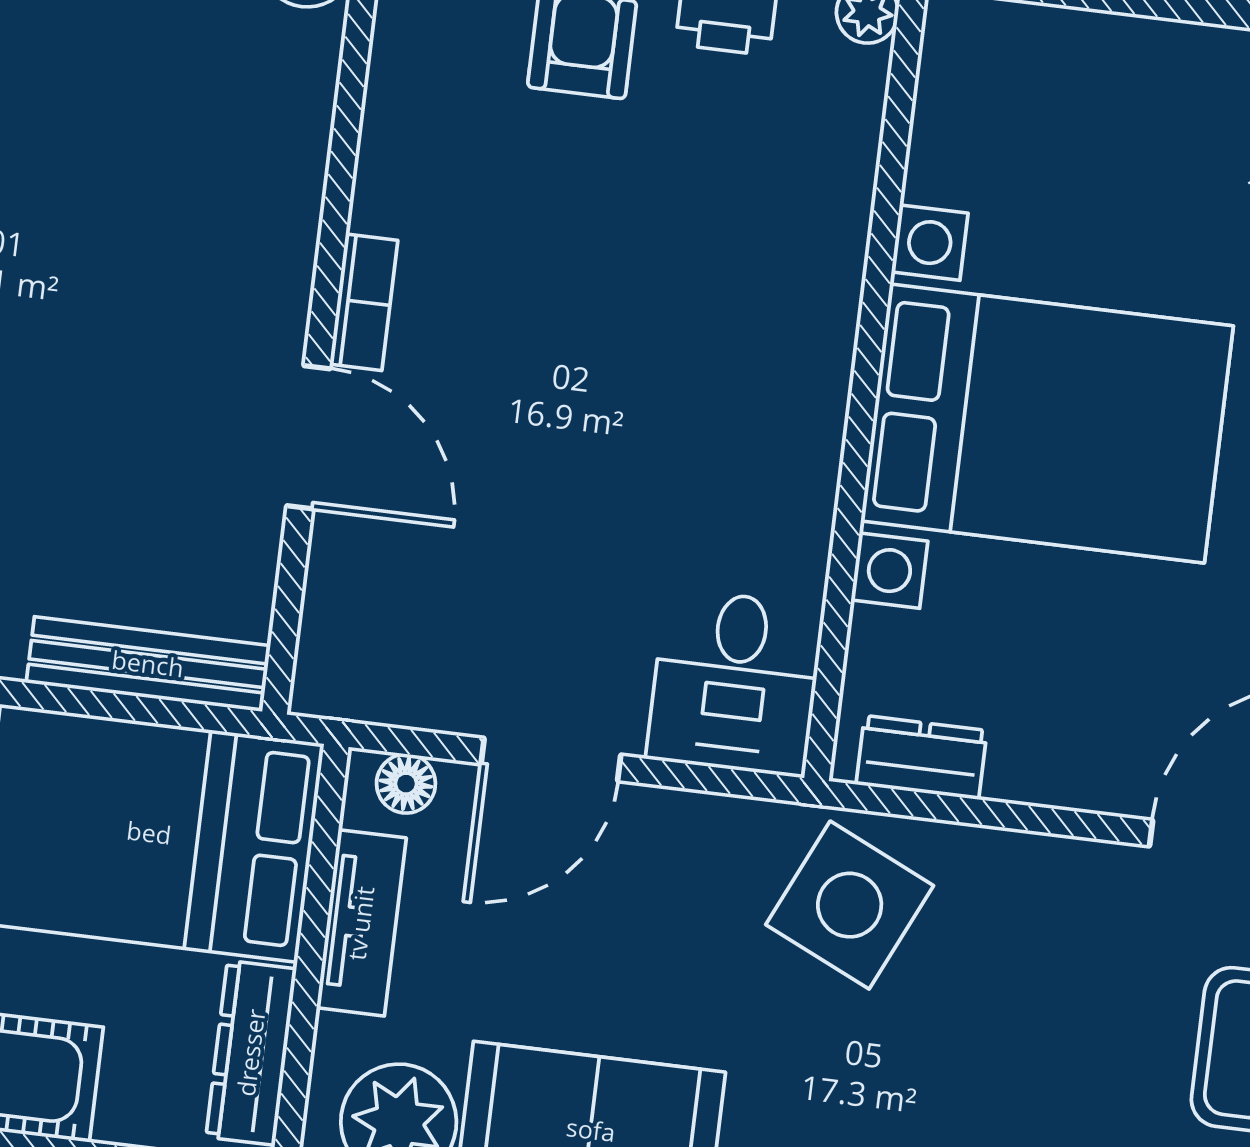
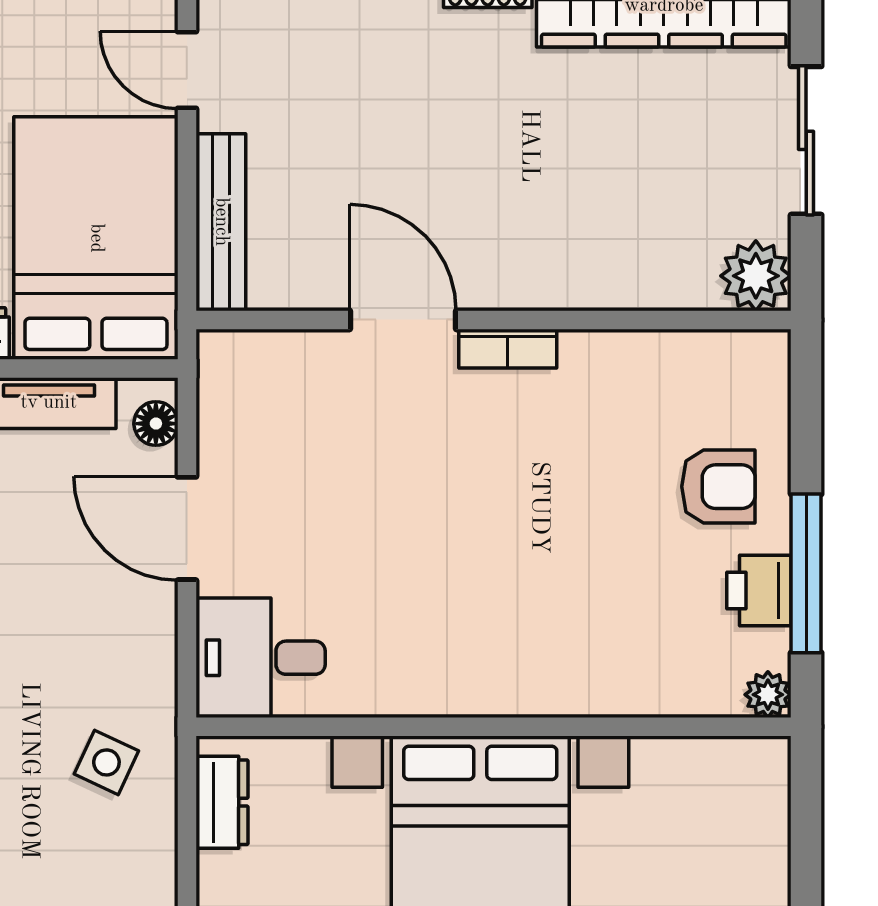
door: (308, 437) -> (403, 320), swing flipped
side table: (850, 905) -> (106, 762), width x0.54, depth x0.54

